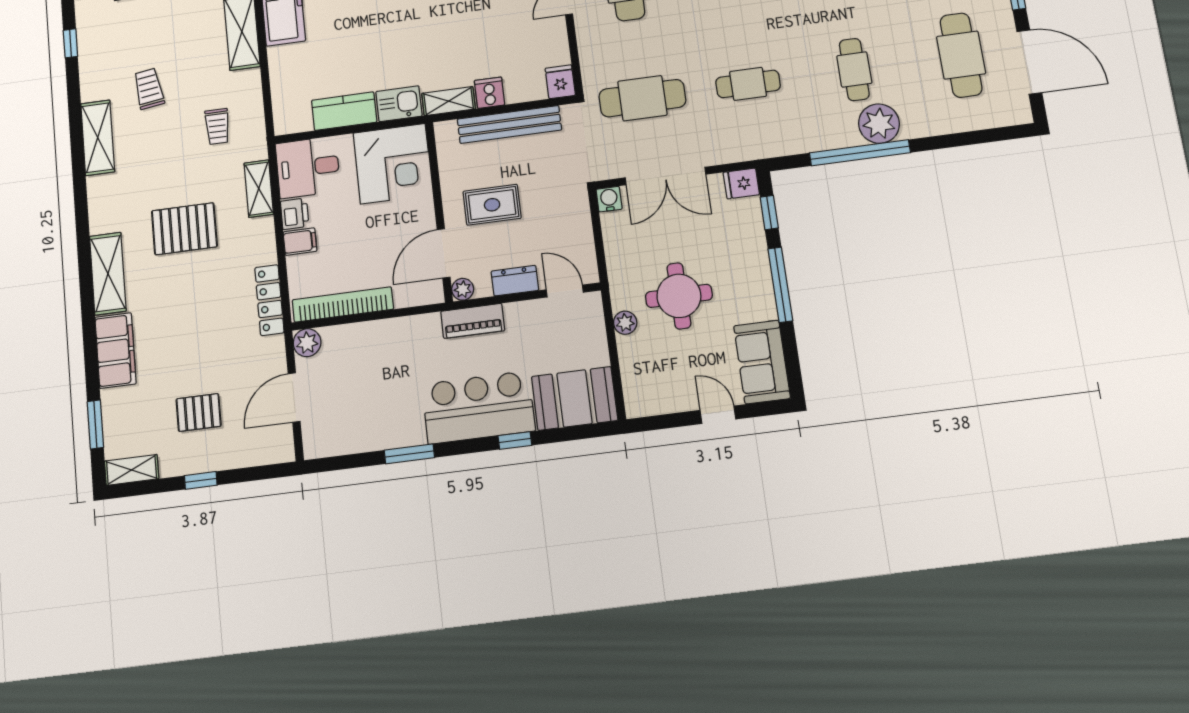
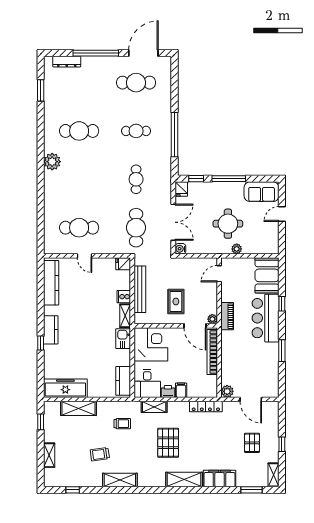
kitchen counter: (344, 111) -> (123, 381), moved
plant: (879, 124) -> (162, 124), removed
dresser: (515, 281) -> (212, 295), removed
bookcase: (343, 305) -> (212, 352), moved

